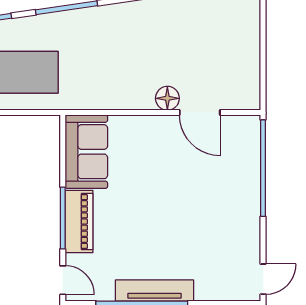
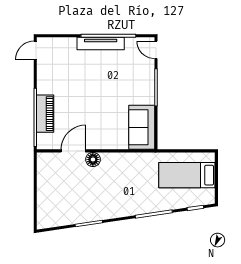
door: (200, 113) -> (73, 151), hinge flipped
piano: (79, 222) -> (45, 114), moved, turned 180

